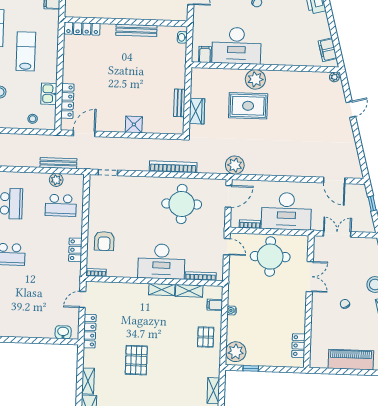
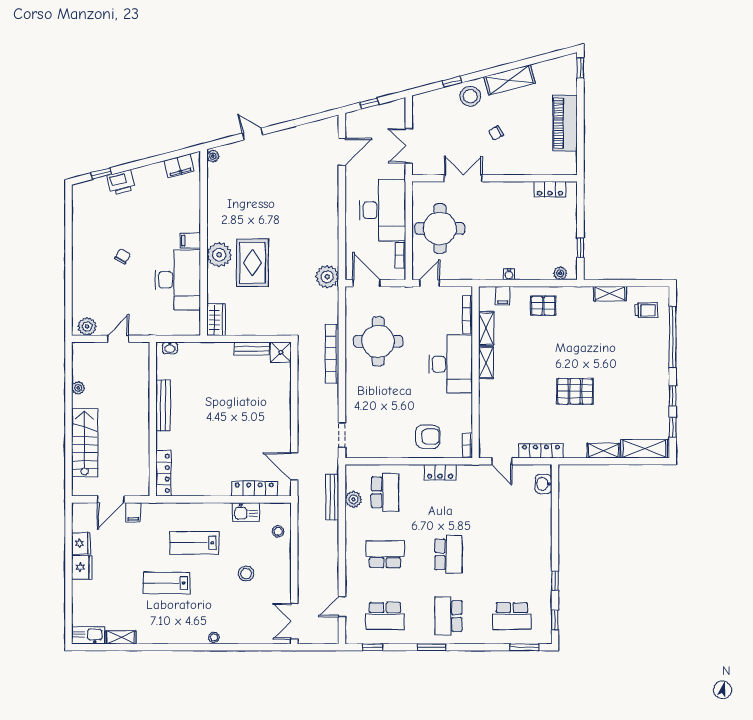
filing cabinet: (205, 54) -> (190, 241), moved
wardrobe: (197, 111) -> (216, 320), moved, turned 90
shower: (134, 124) -> (281, 352), moved
plant: (236, 352) -> (560, 273), width x0.53, depth x0.53

